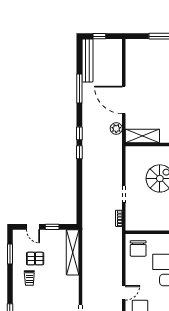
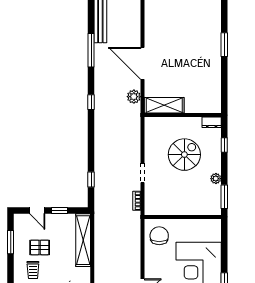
window: (79, 152) -> (91, 179), moved
chair: (138, 248) -> (159, 236), turned 180

